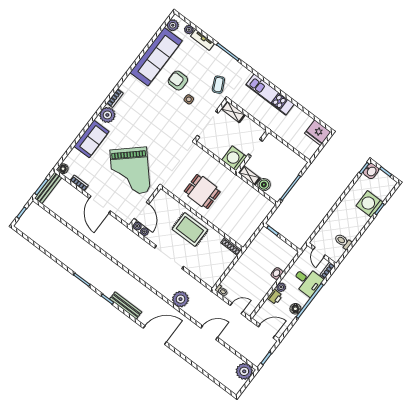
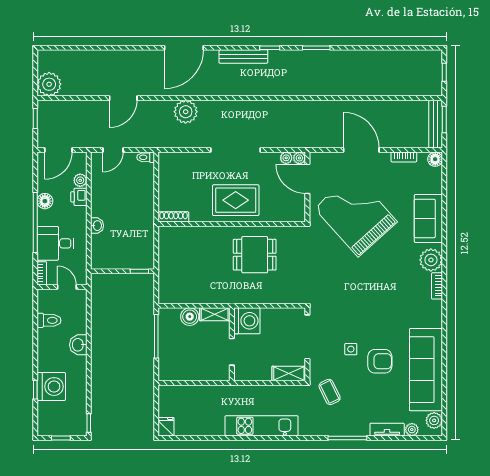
fridge: (318, 133) -> (166, 427), width x0.53, depth x0.75
washbasin: (371, 171) -> (78, 345), moved
plant: (281, 287) -> (80, 180), moved

